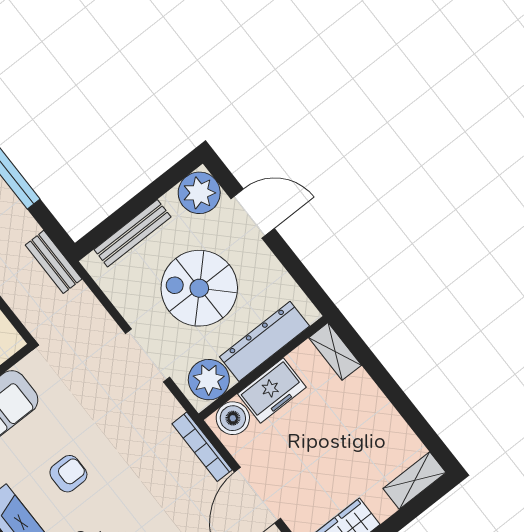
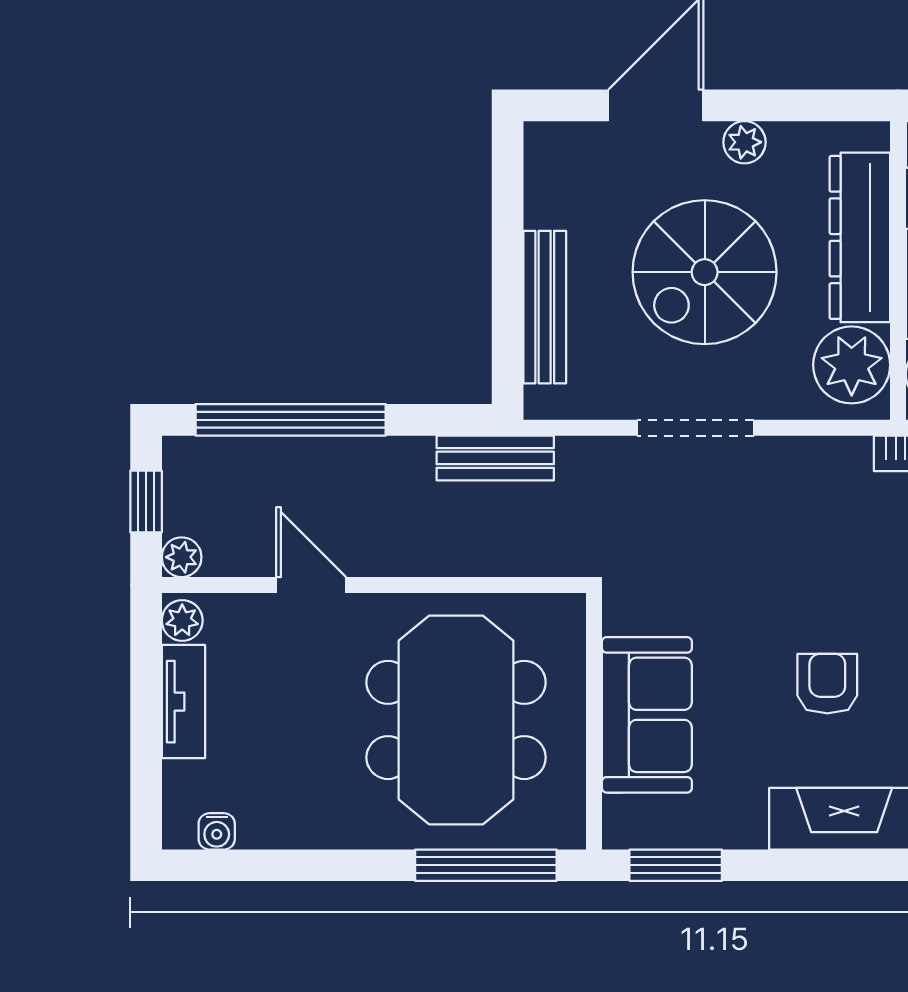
plant: (199, 193) -> (744, 142), moved, width x0.53, depth x0.53
doorway: (147, 355) -> (696, 428), moved

